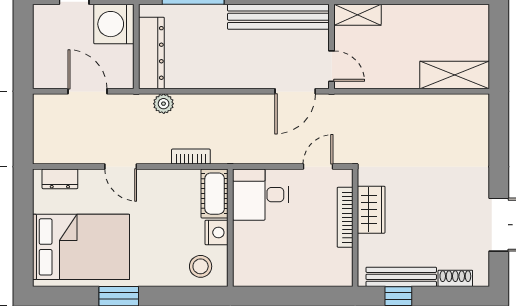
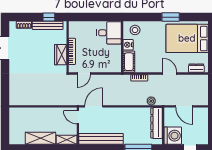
shelving: (455, 75) -> (40, 138), moved
desk: (260, 195) -> (109, 33), moved

